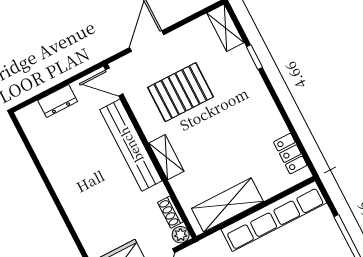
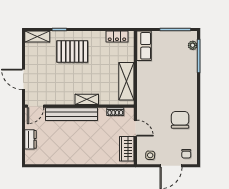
pallet: (181, 92) -> (72, 51), moved, turned 90
row of seats: (274, 216) -> (144, 46), width x0.50
plant: (181, 235) -> (129, 112), removed

